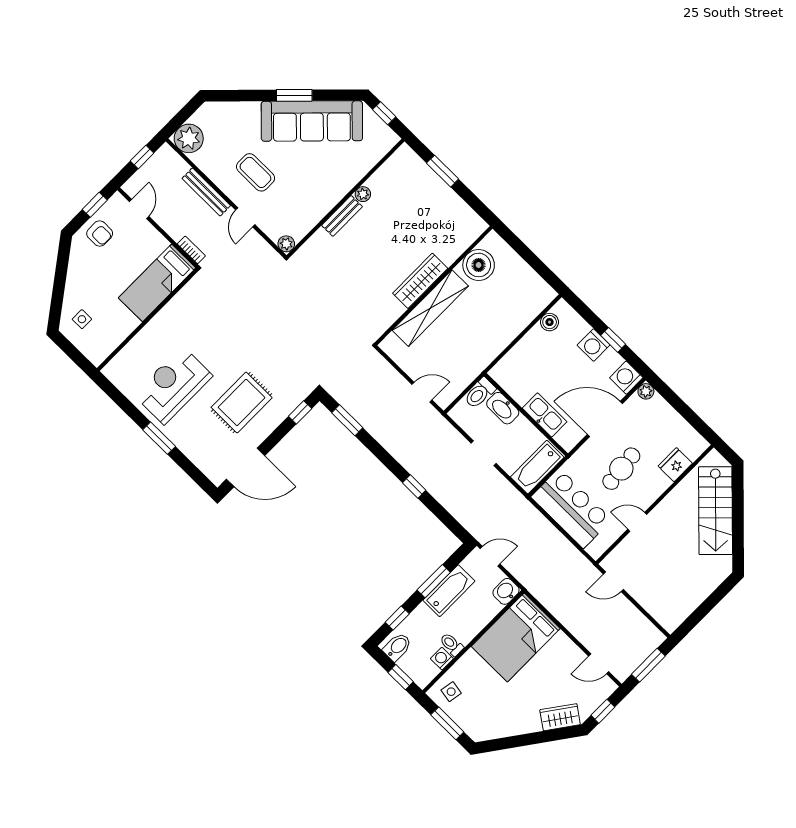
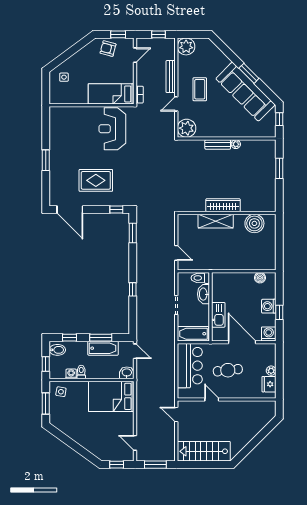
armchair: (100, 233) -> (108, 49), turned 105
plant: (286, 244) -> (187, 128), width x1.88, depth x1.88
shelving: (430, 308) -> (216, 221), width x0.68
reception desk: (173, 385) -> (112, 129), moved, turned -90
plant: (646, 391) -> (271, 371), moved
fridge: (675, 465) -> (269, 384), moved, turned -90
stairs: (716, 511) -> (204, 451), moved, turned 45
wardrobe: (560, 717) -> (96, 449), removed

